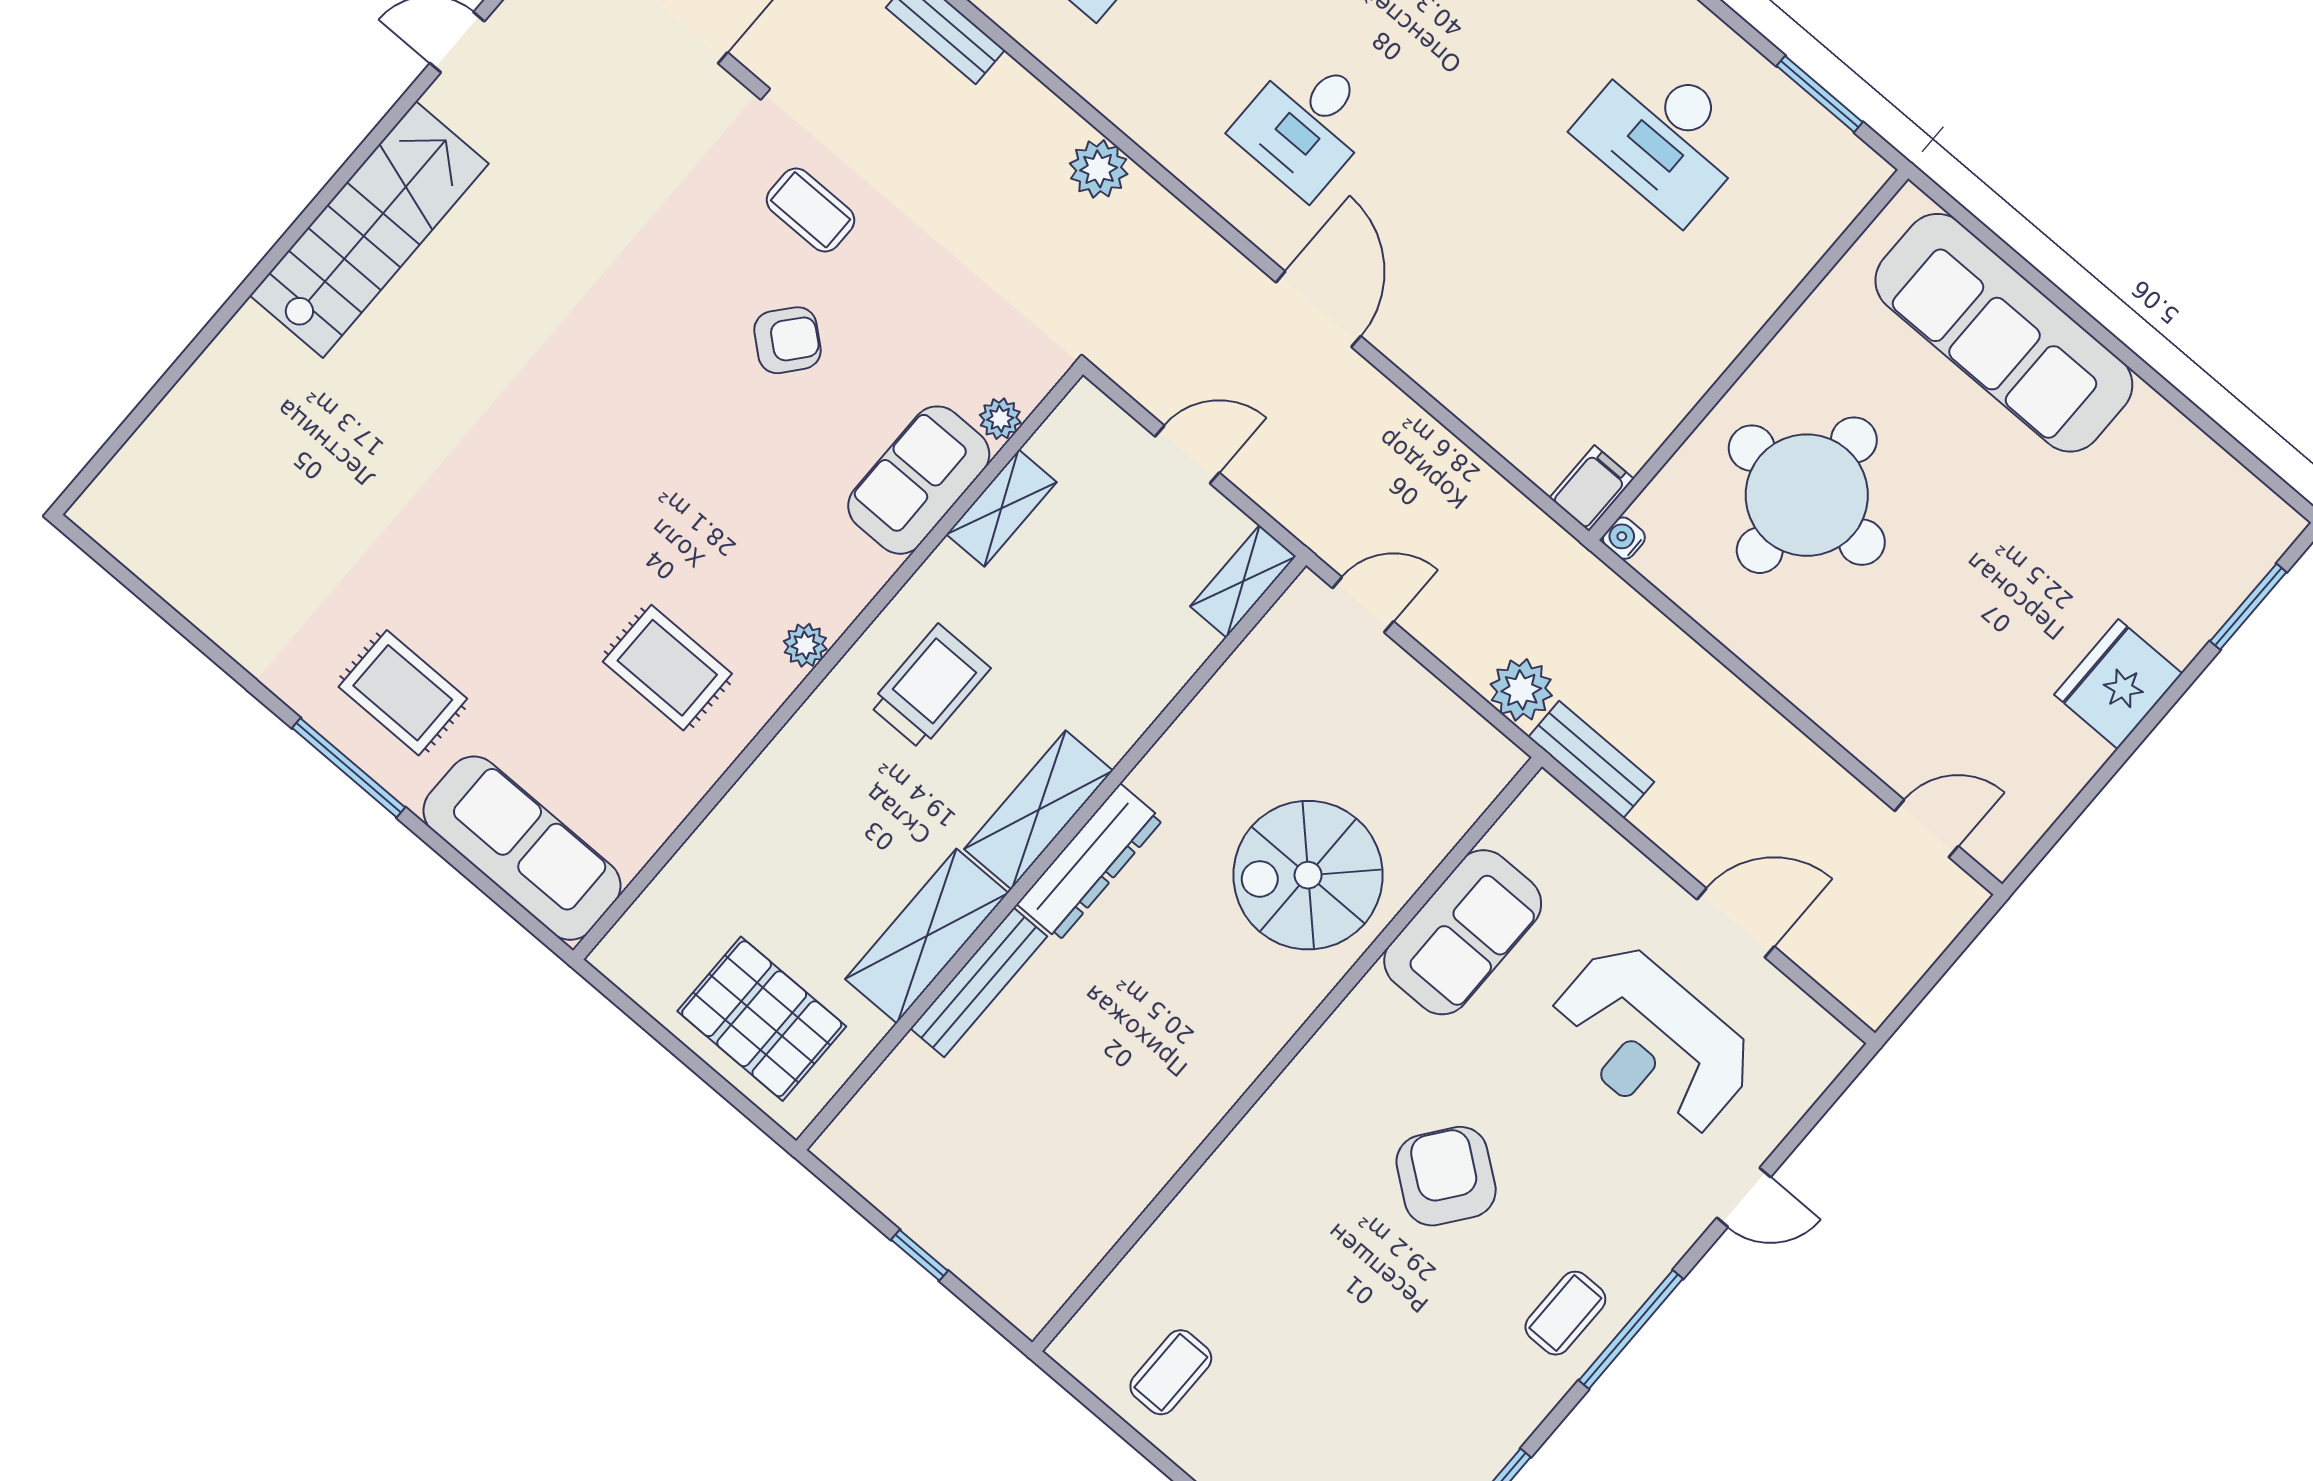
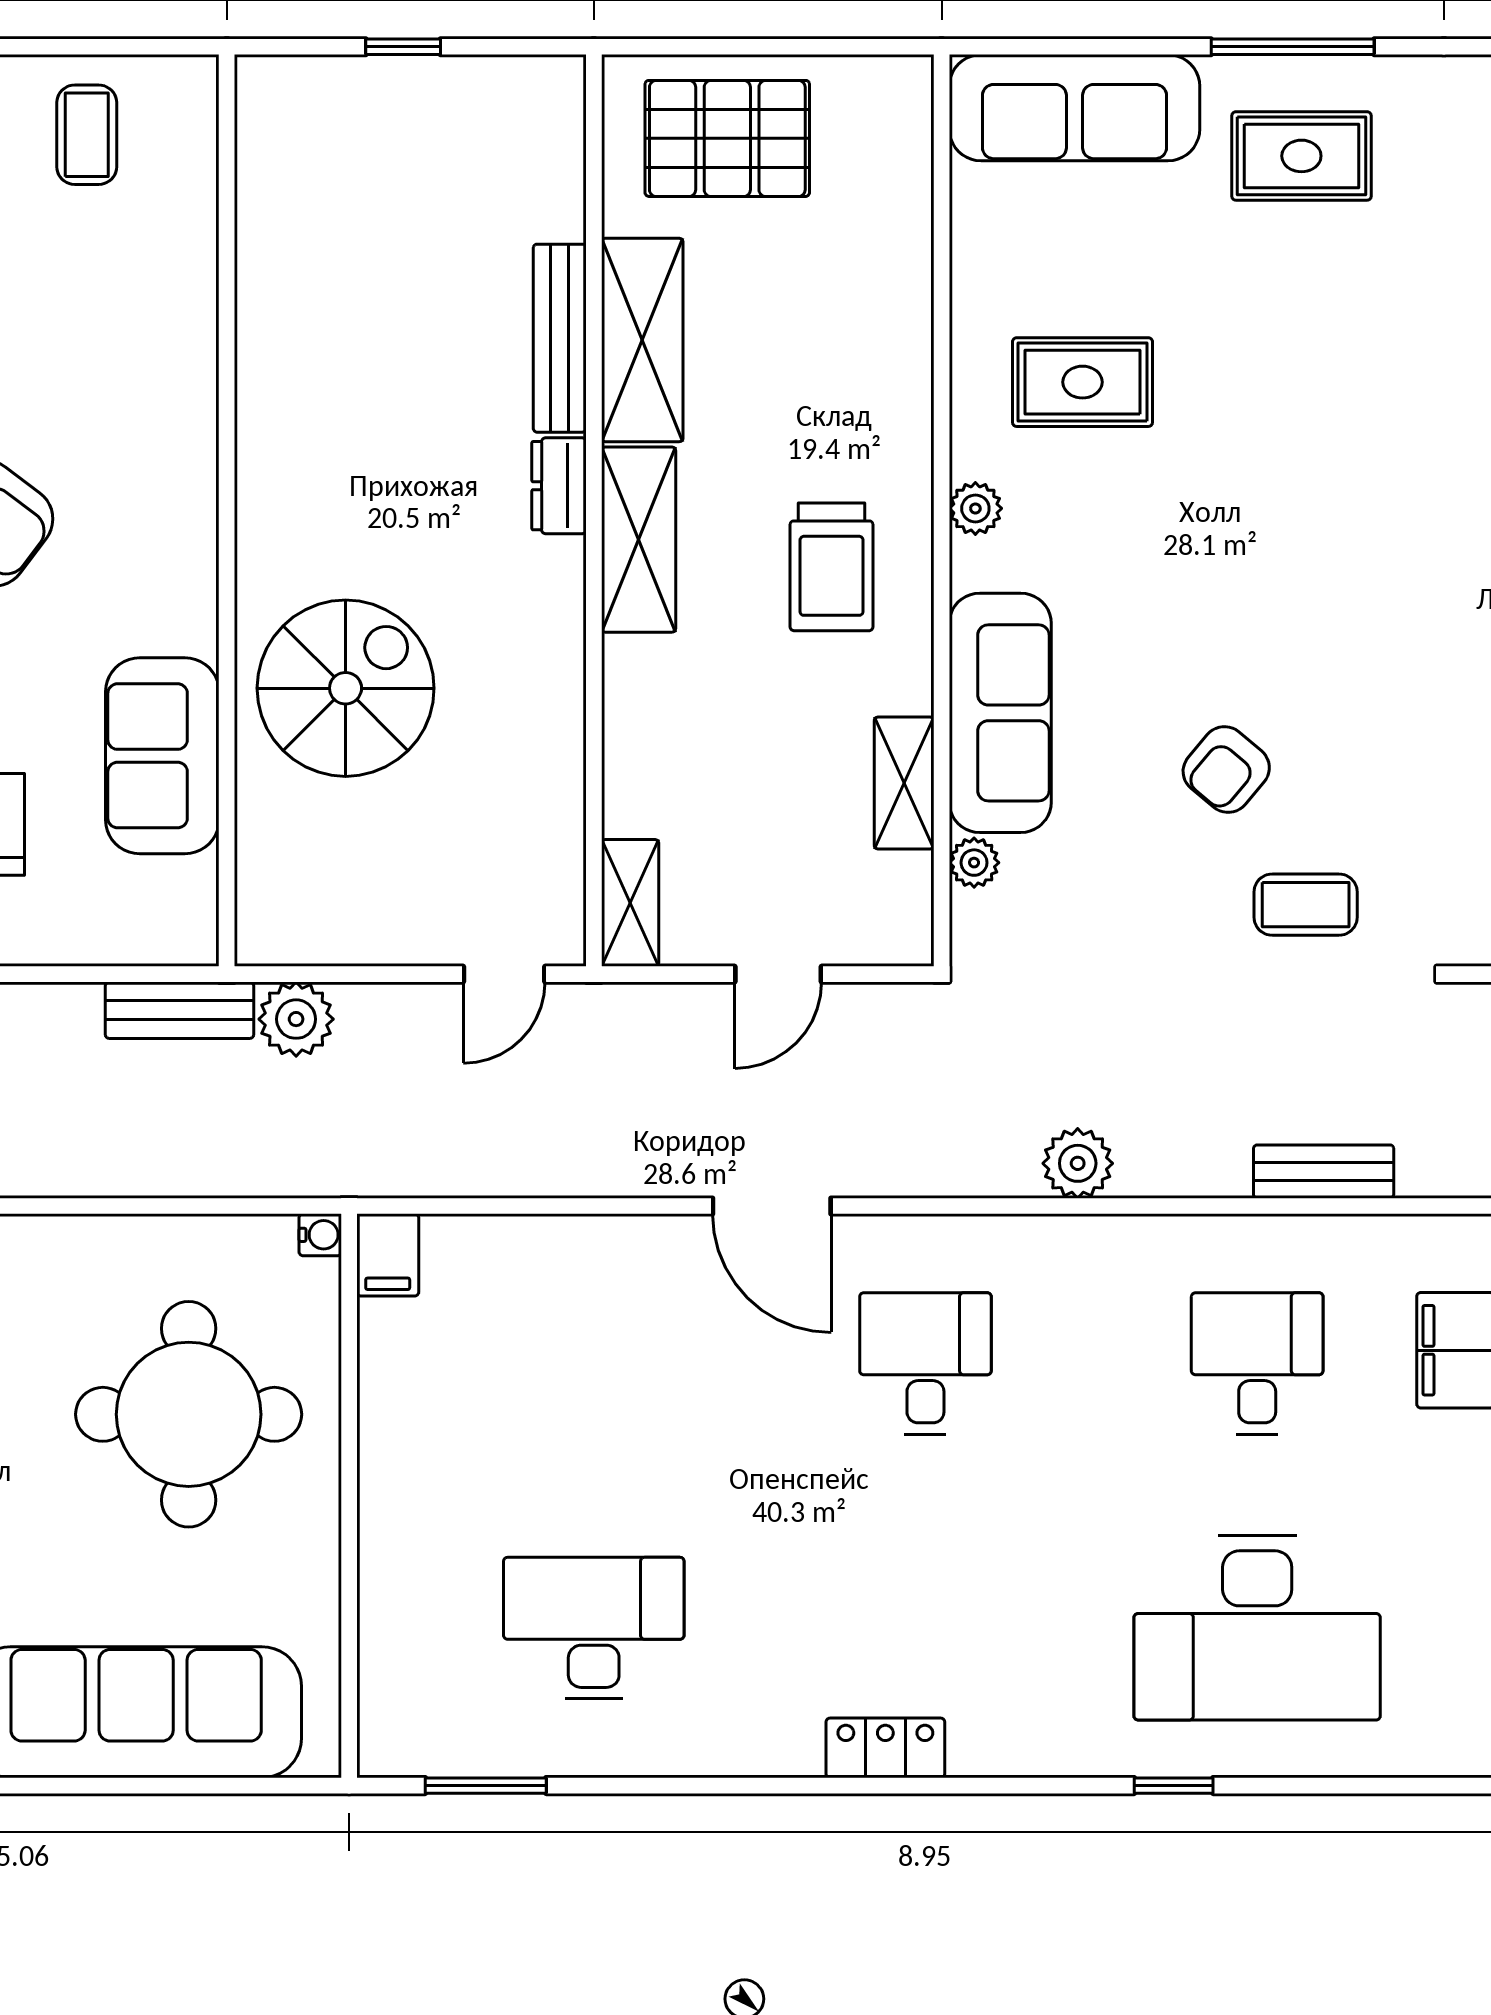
sofa: (919, 480) -> (1000, 713), width x1.36
dresser: (1090, 862) -> (559, 486), width x0.51, depth x0.80

